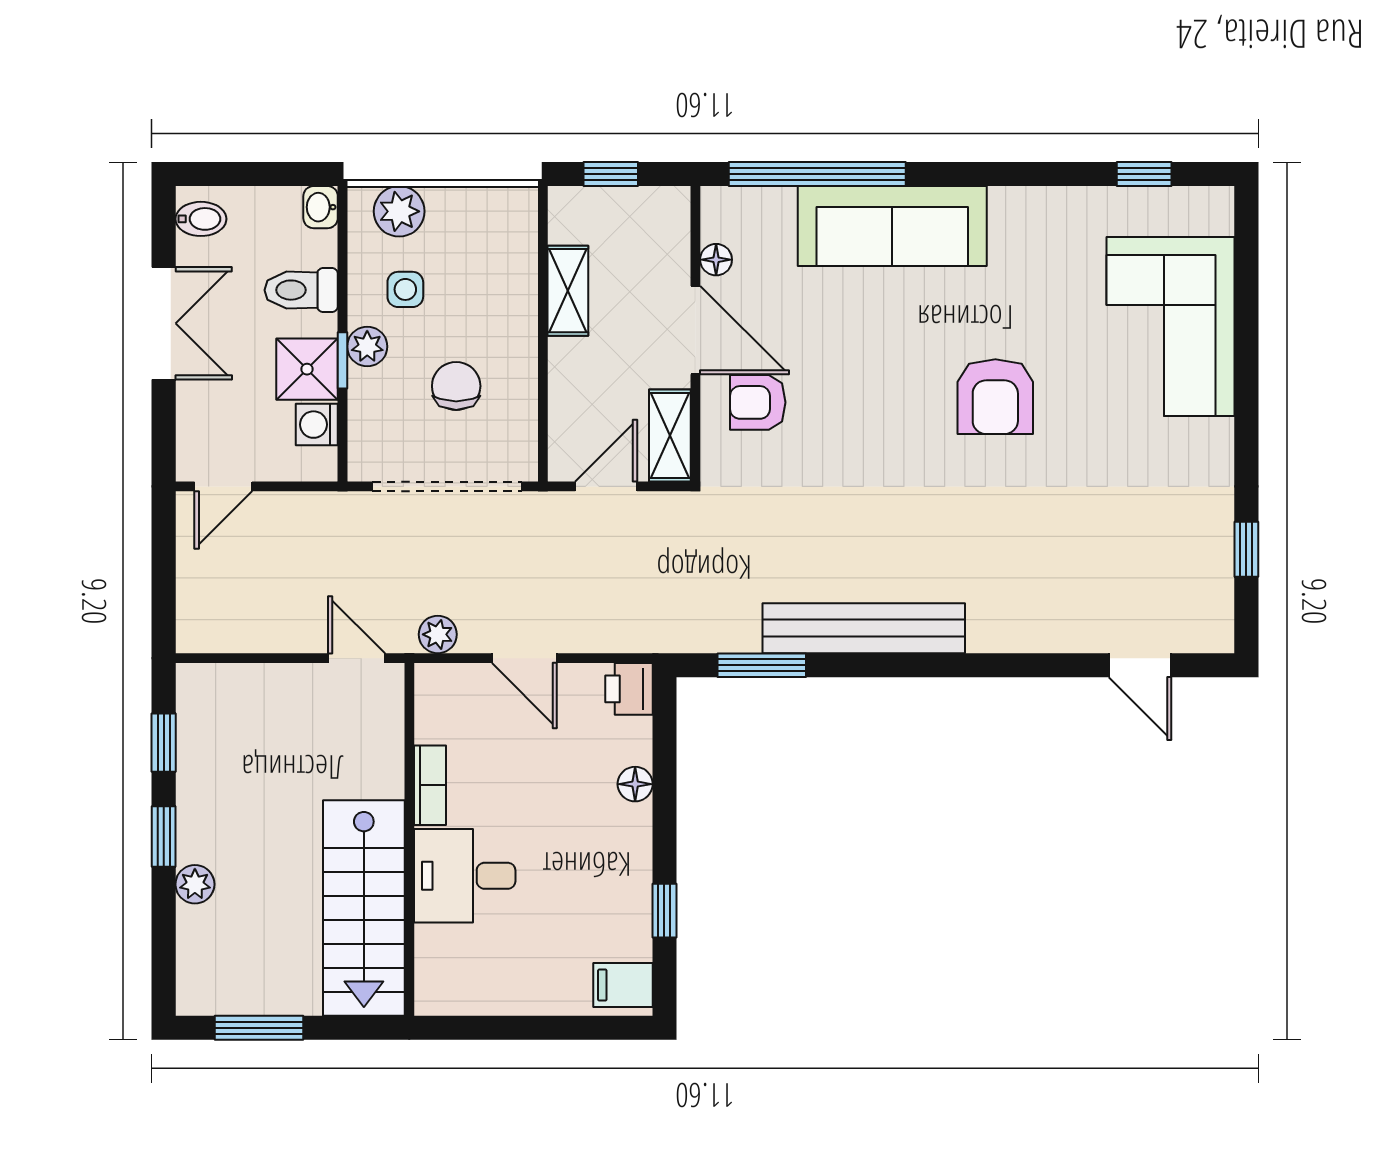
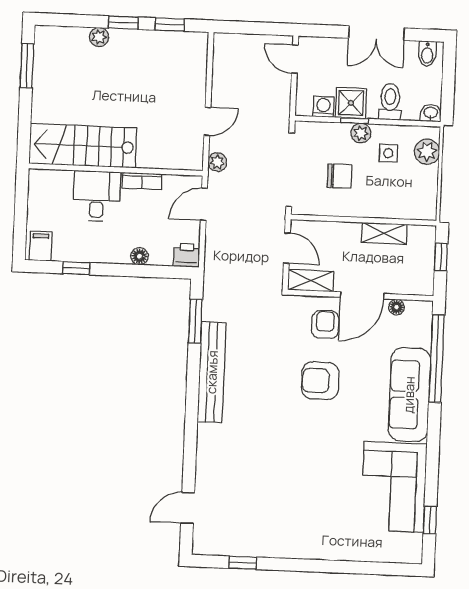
corner sofa: (1171, 327) -> (394, 487), moved, turned -90
armchair: (995, 397) -> (320, 381), moved
bookcase: (430, 785) -> (142, 181), moved
wall: (409, 839) -> (116, 170), moved
desk: (465, 876) -> (97, 196), moved
stairs: (364, 908) -> (83, 146), moved

